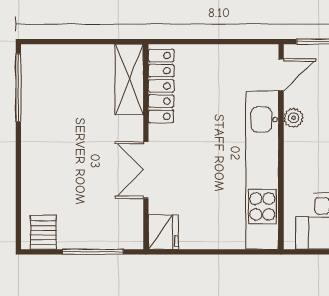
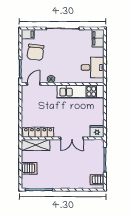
server rack: (72, 64) -> (29, 168), added
door: (281, 75) -> (34, 84), hinge flipped
kitchen unit: (262, 170) -> (81, 91), width x0.73

